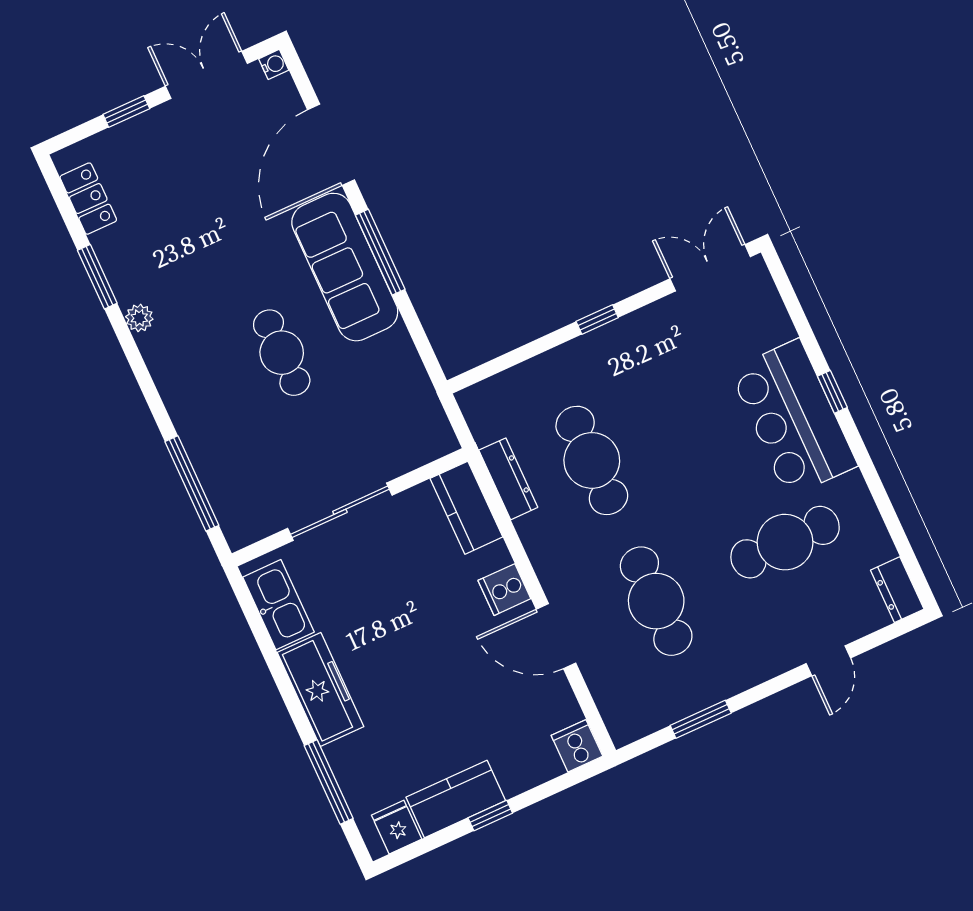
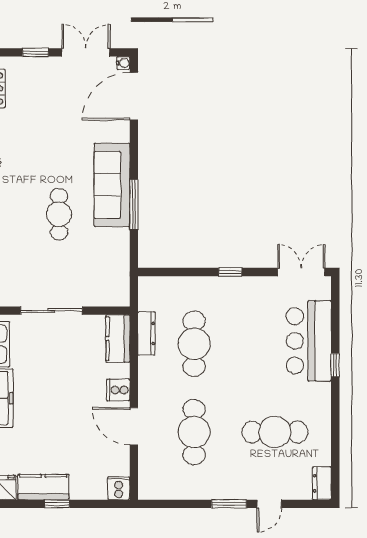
door: (331, 145) -> (134, 96), moved
window: (380, 252) -> (134, 205), moved
bar counter: (793, 418) -> (309, 341), moved
window: (701, 719) -> (229, 504), moved

